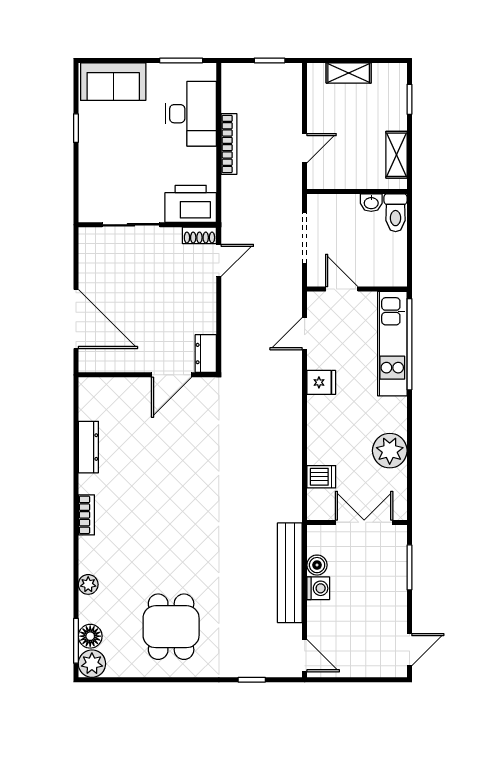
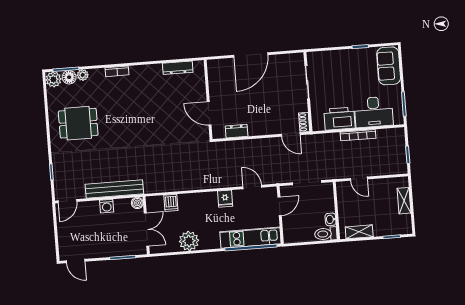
printer: (191, 204) -> (339, 119), moved, turned -90
wall: (147, 375) -> (208, 100), moved
door: (172, 375) -> (209, 113), moved
bookcase: (86, 515) -> (117, 71), moved
boiler: (317, 565) -> (137, 203), moved
plant: (88, 584) -> (83, 75), moved

